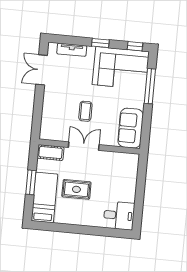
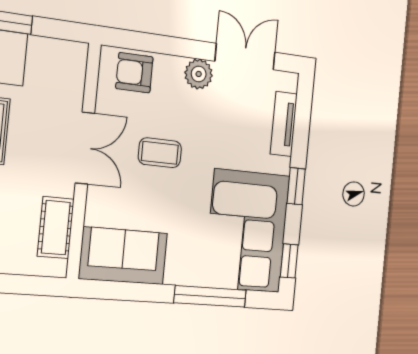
plant: (50, 93) -> (199, 74), added
armchair: (51, 124) -> (134, 73), added
cot: (51, 153) -> (56, 228), moved

